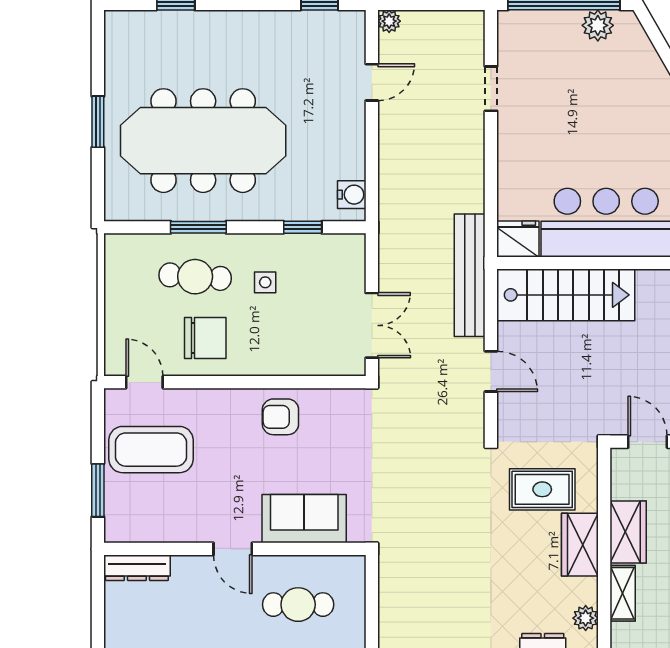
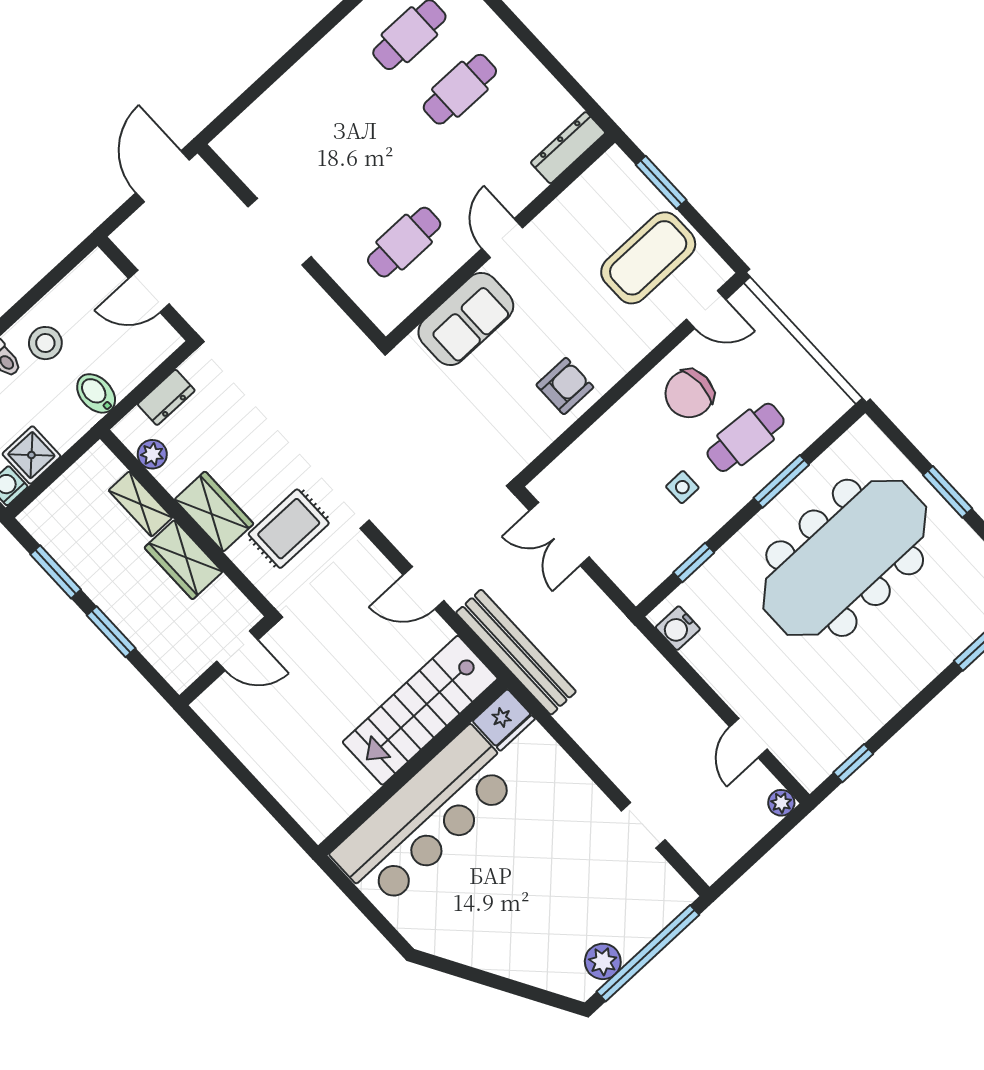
door: (233, 549) -> (502, 238), hinge flipped

